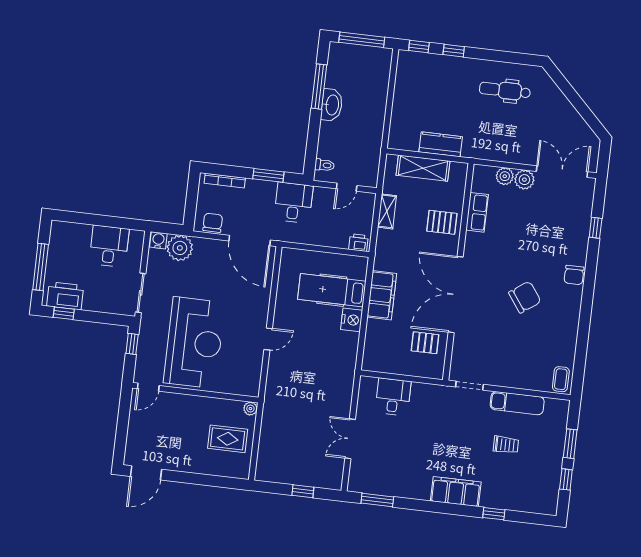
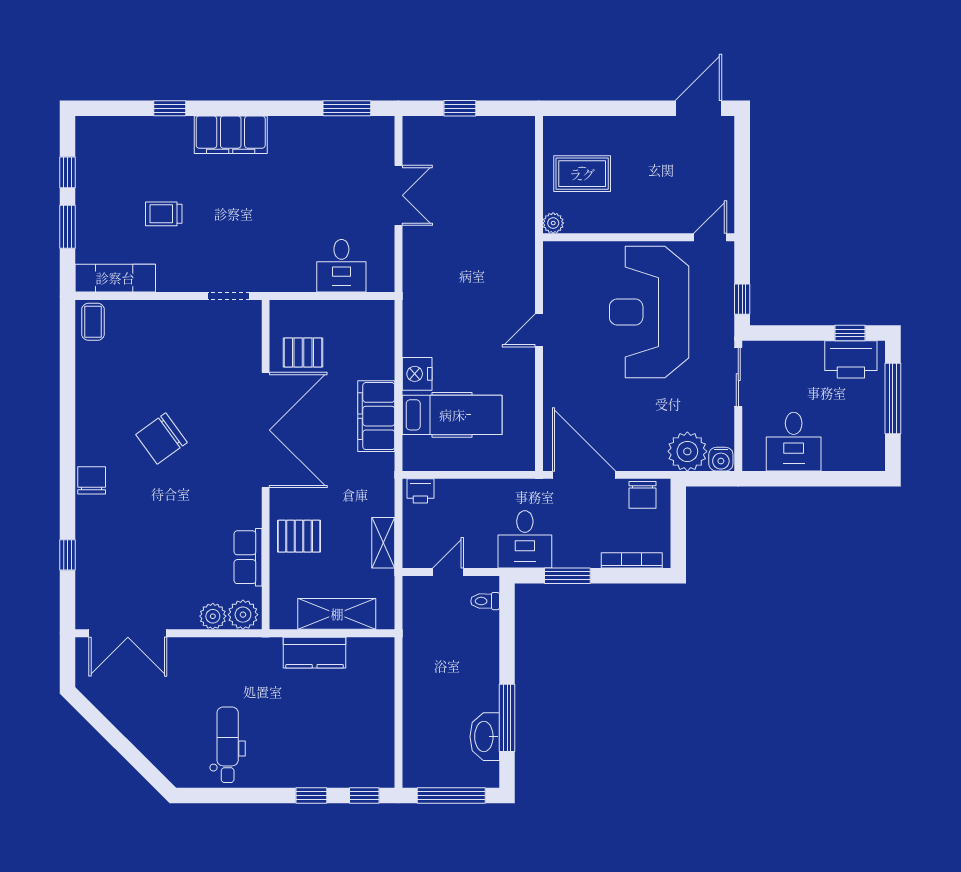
dental chair: (505, 90) -> (228, 745), turned -90
washbasin: (332, 105) -> (485, 737), moved
plant: (524, 180) -> (243, 615), moved
exam couch: (517, 403) -> (115, 278), moved

